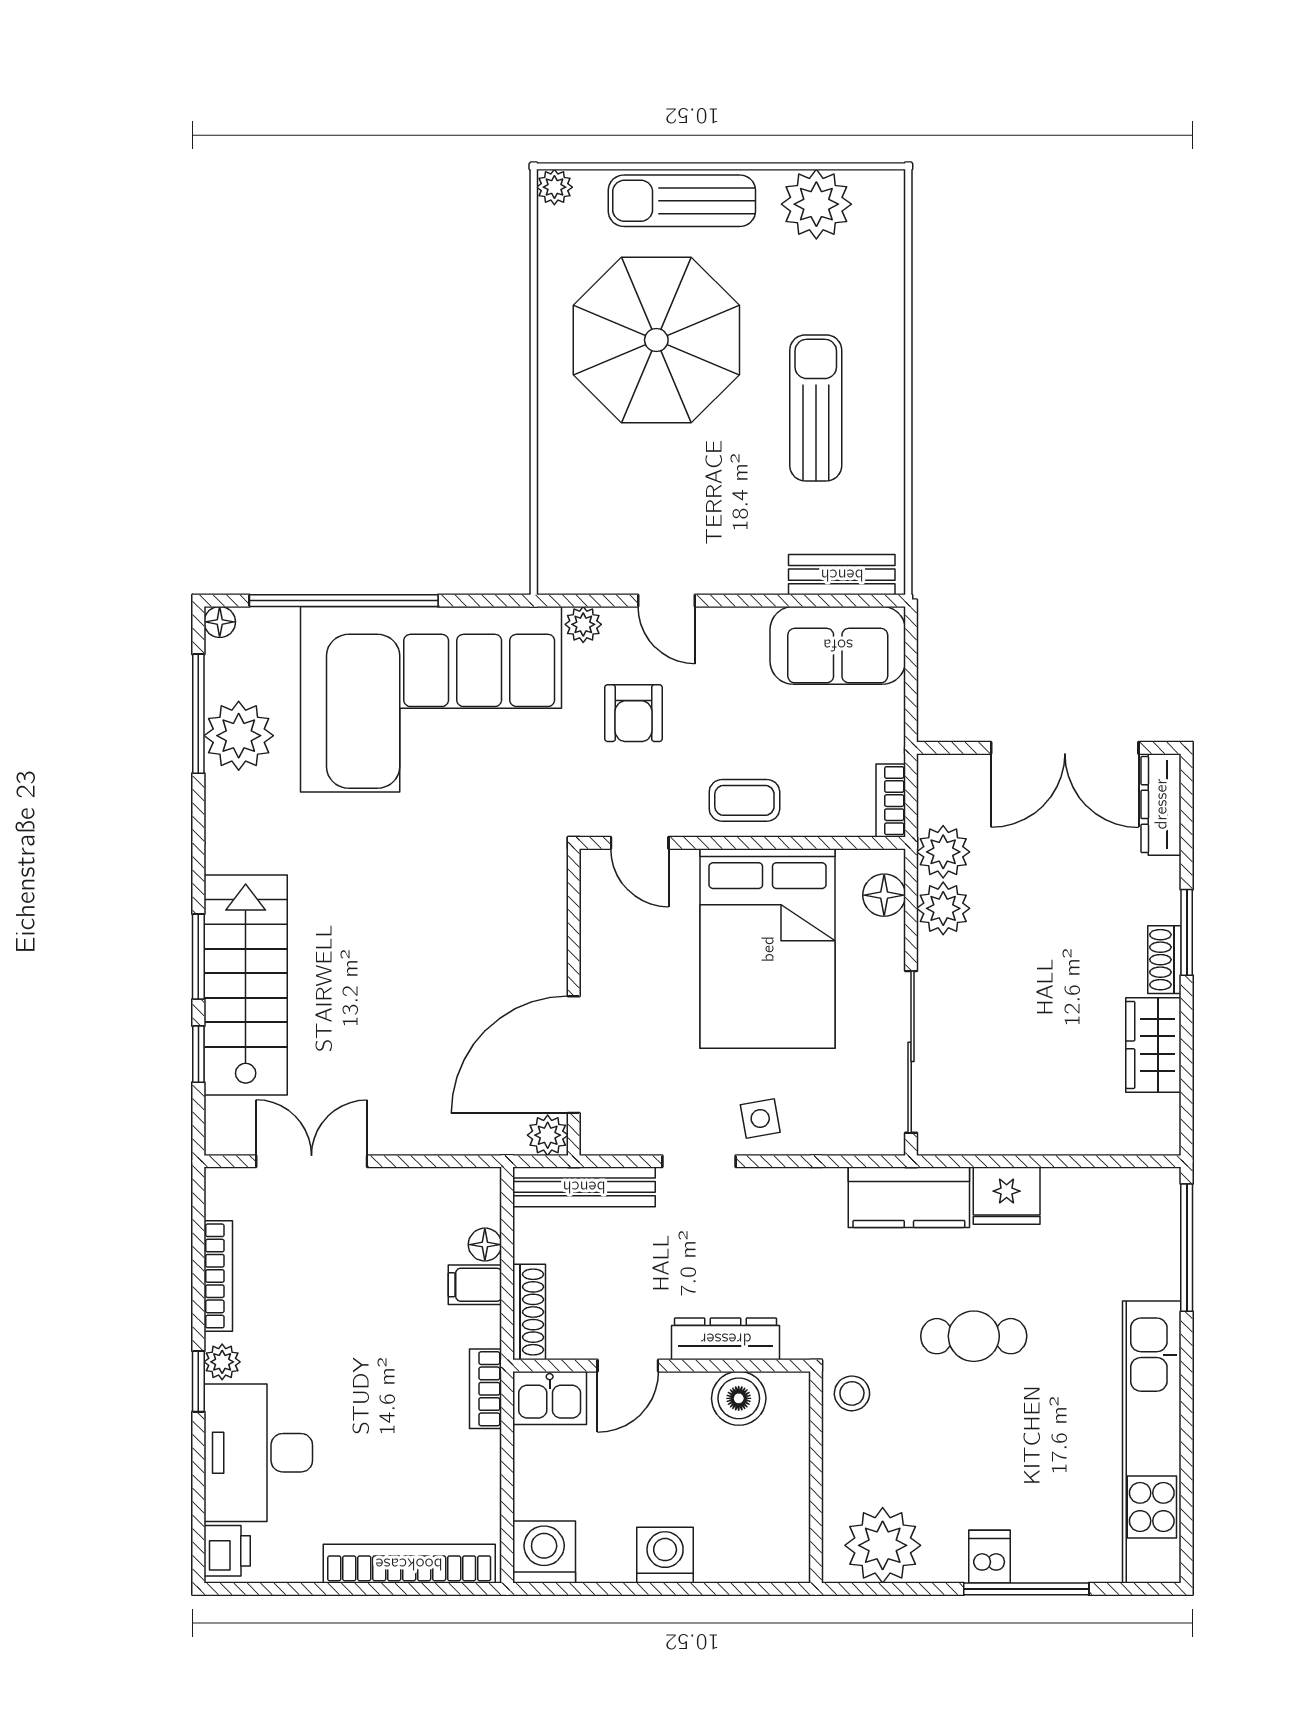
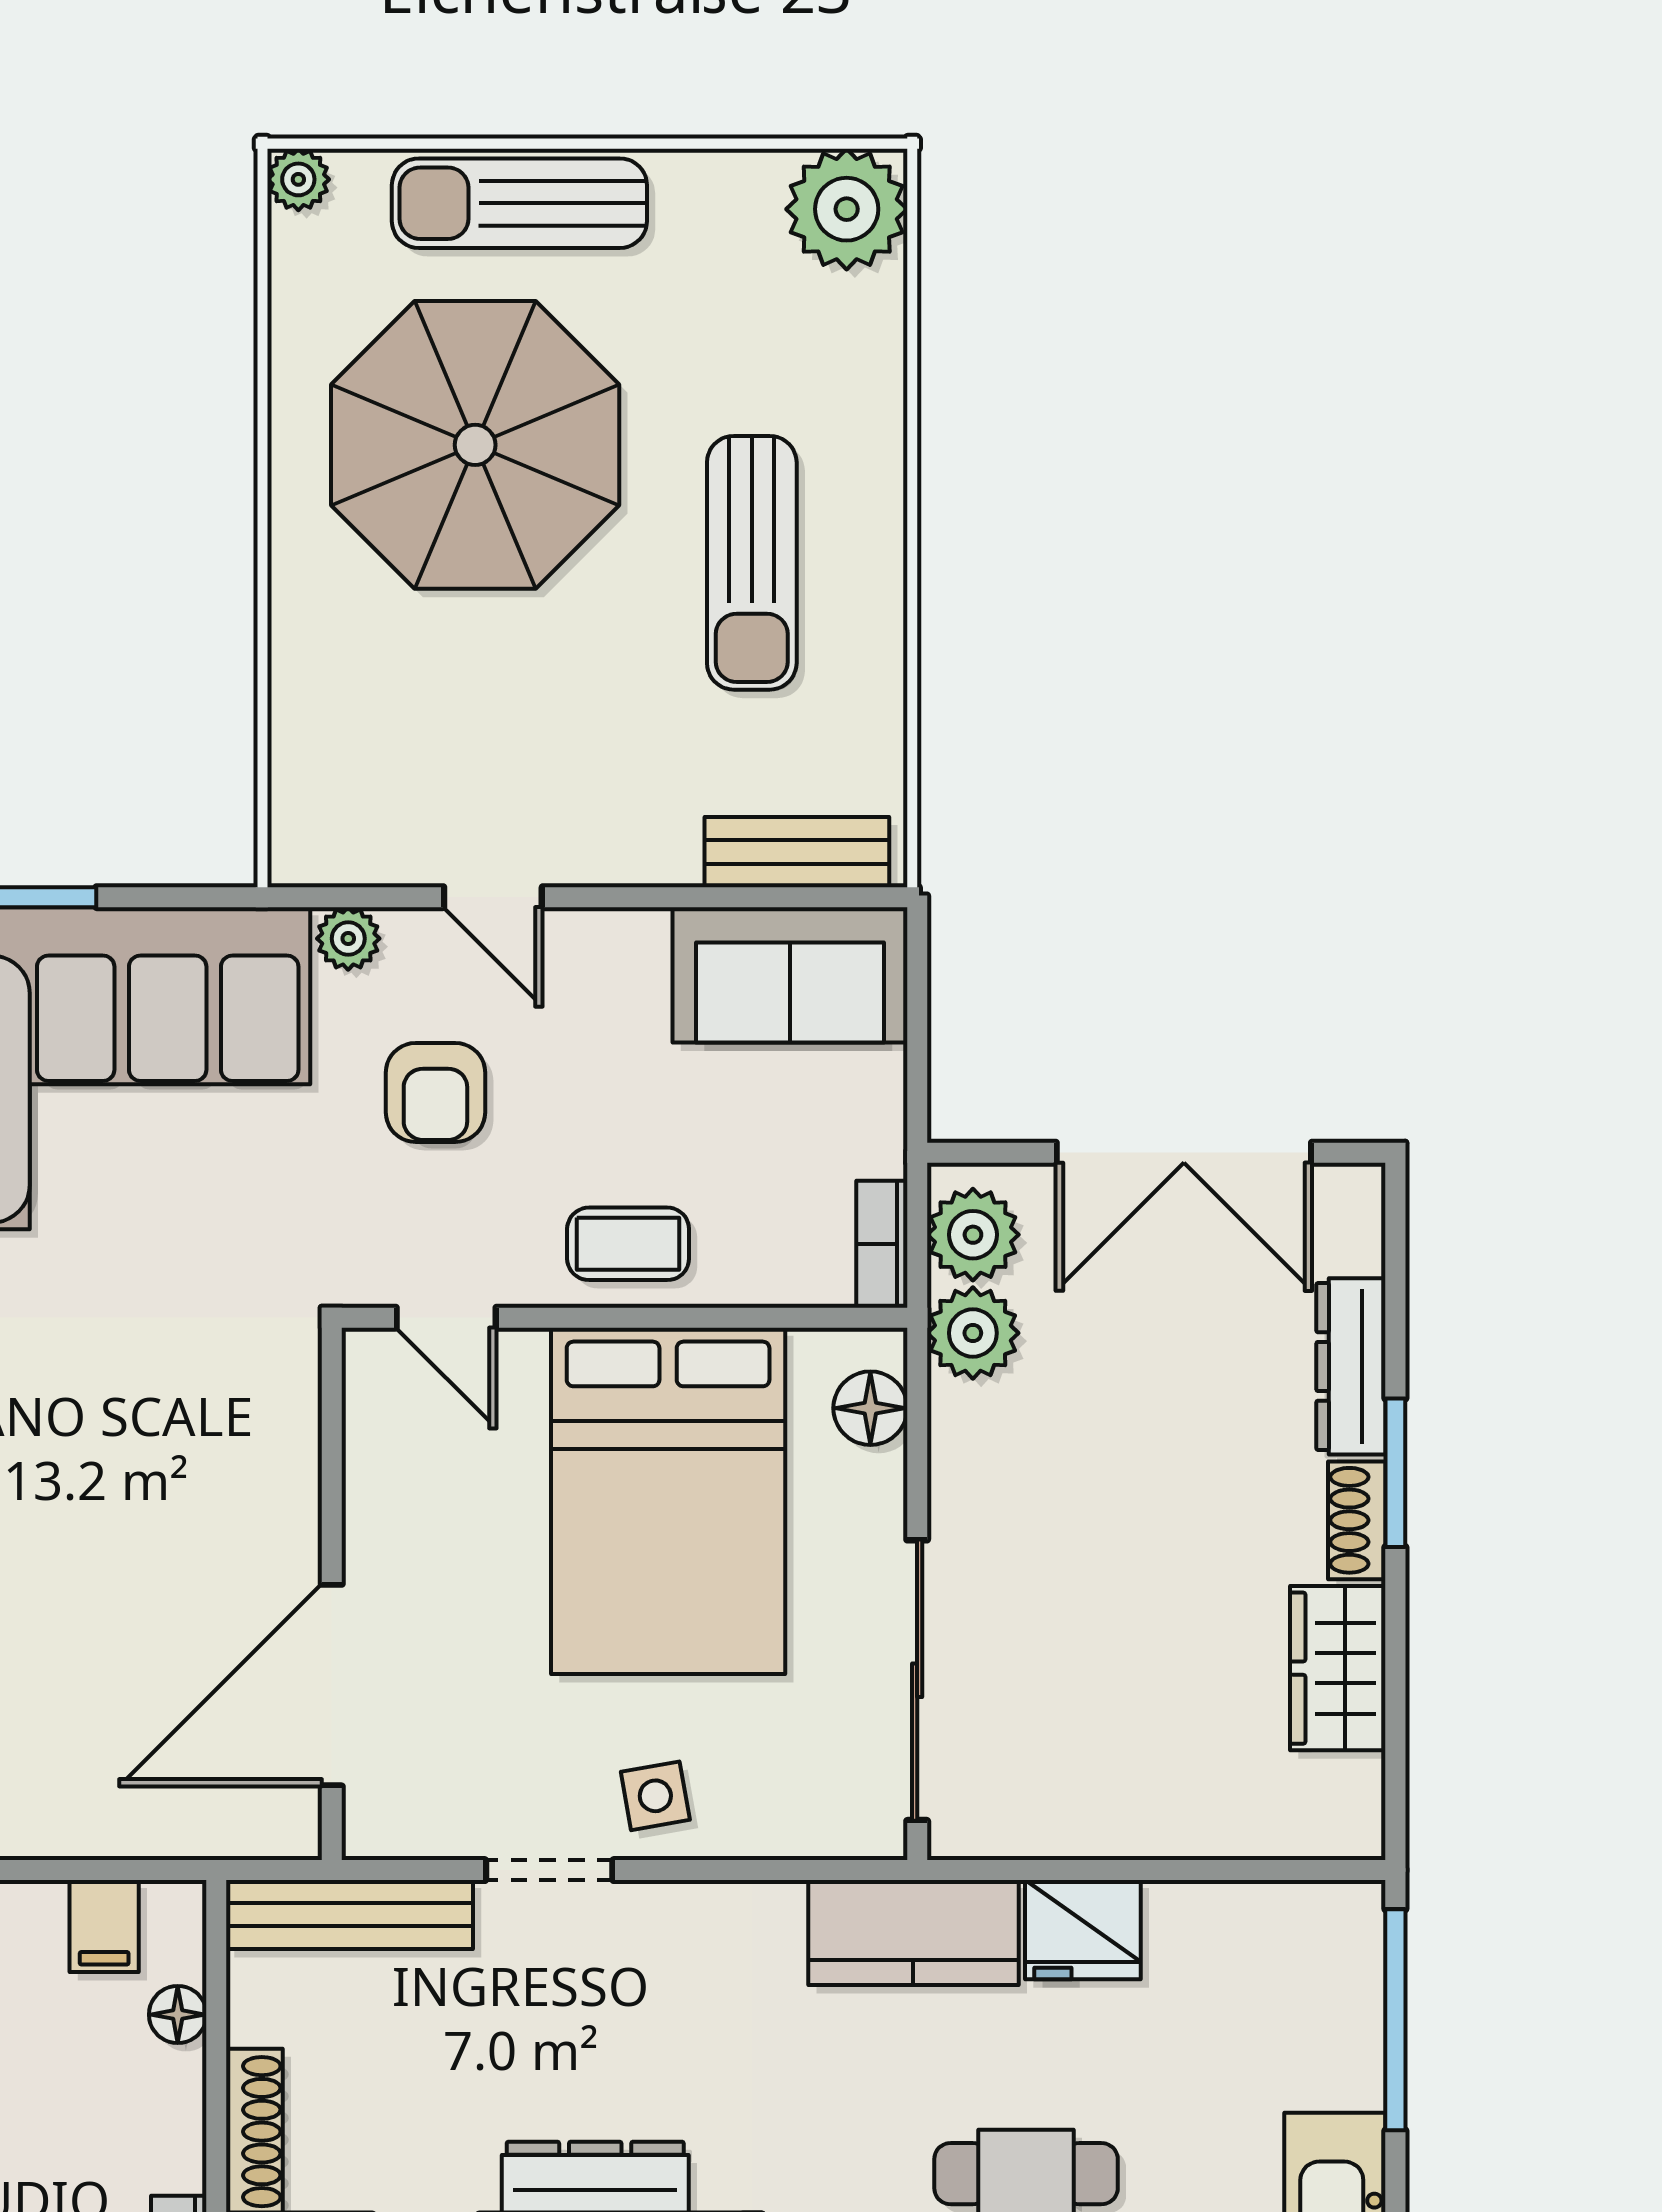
plant: (816, 204) -> (847, 209), moved
sun lounger: (816, 408) -> (752, 563), turned 180
dresser: (1161, 804) -> (1351, 1366), moved
plant: (943, 908) -> (973, 1235), moved
plant: (548, 1135) -> (287, 1825), removed
filing cabinet: (475, 1285) -> (104, 1926), moved, turned -90

